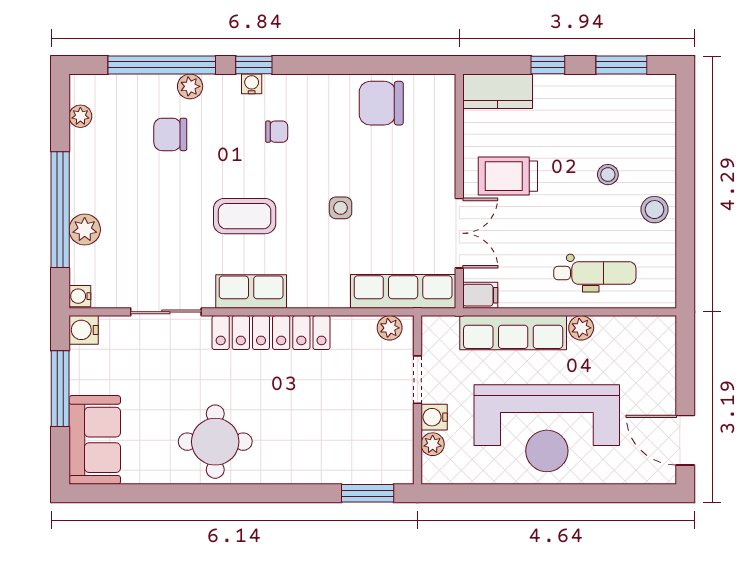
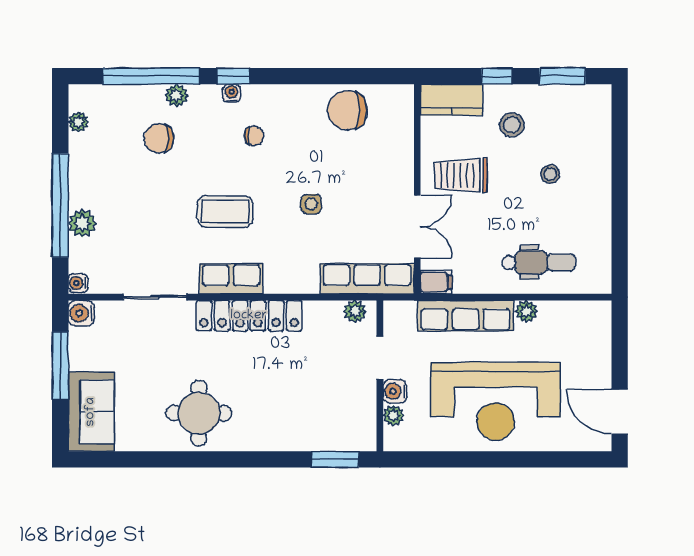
stool: (655, 210) -> (512, 125), moved

